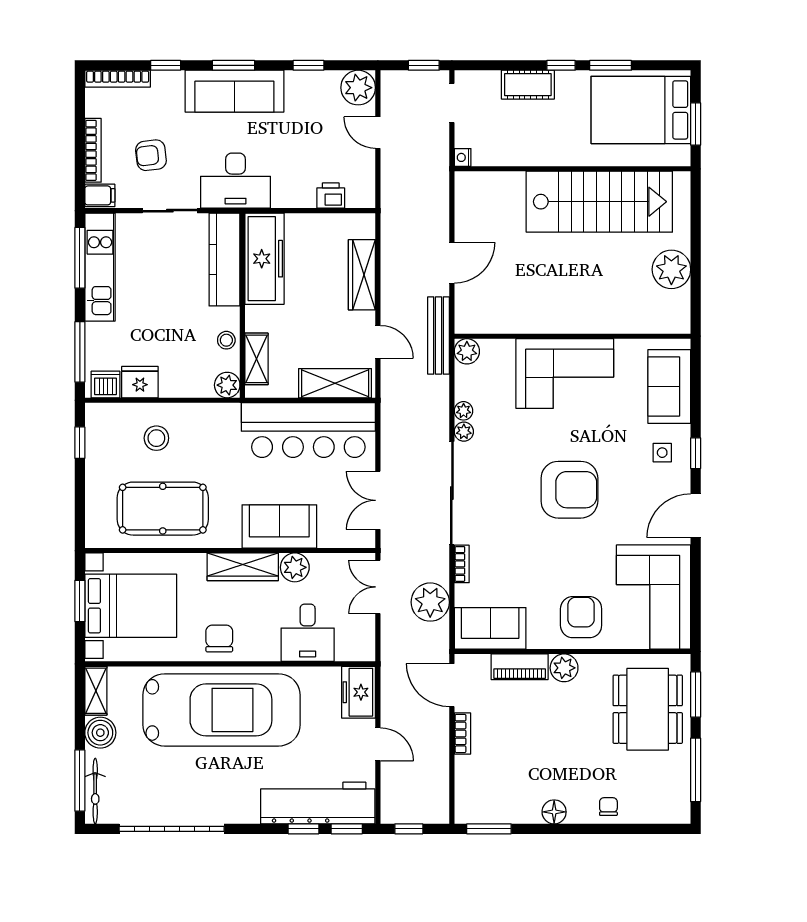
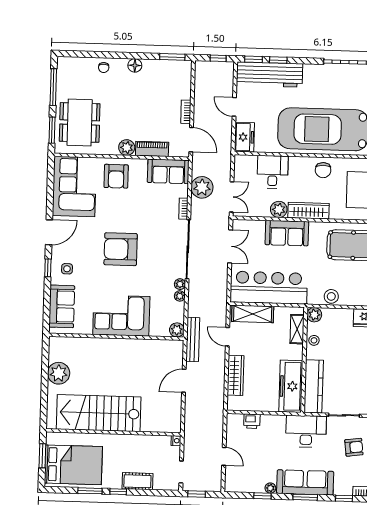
plant: (358, 88) -> (270, 488), moved, width x0.53, depth x0.53
stool: (156, 438) -> (331, 296), moved

